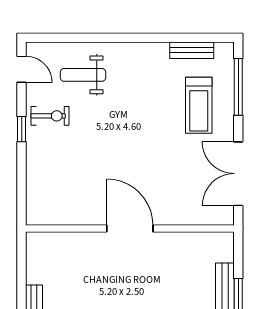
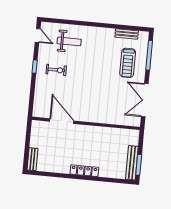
weight bench: (83, 75) -> (69, 41), turned 180
exercise bike: (50, 116) -> (56, 70), moved
door: (130, 229) -> (62, 121), moved

